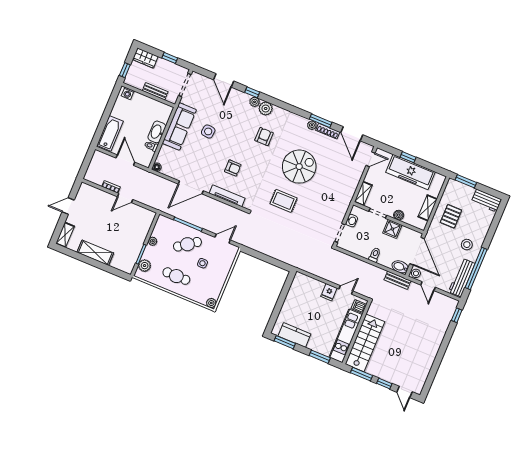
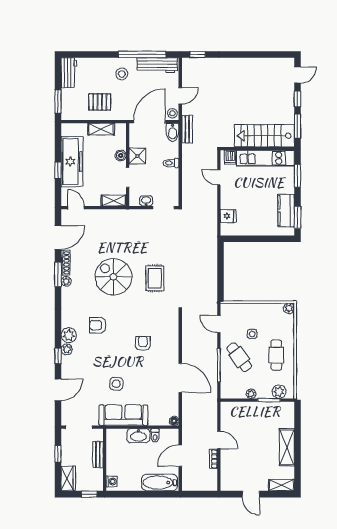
tv unit: (227, 196) -> (174, 337), removed
fridge: (329, 292) -> (228, 216), moved

